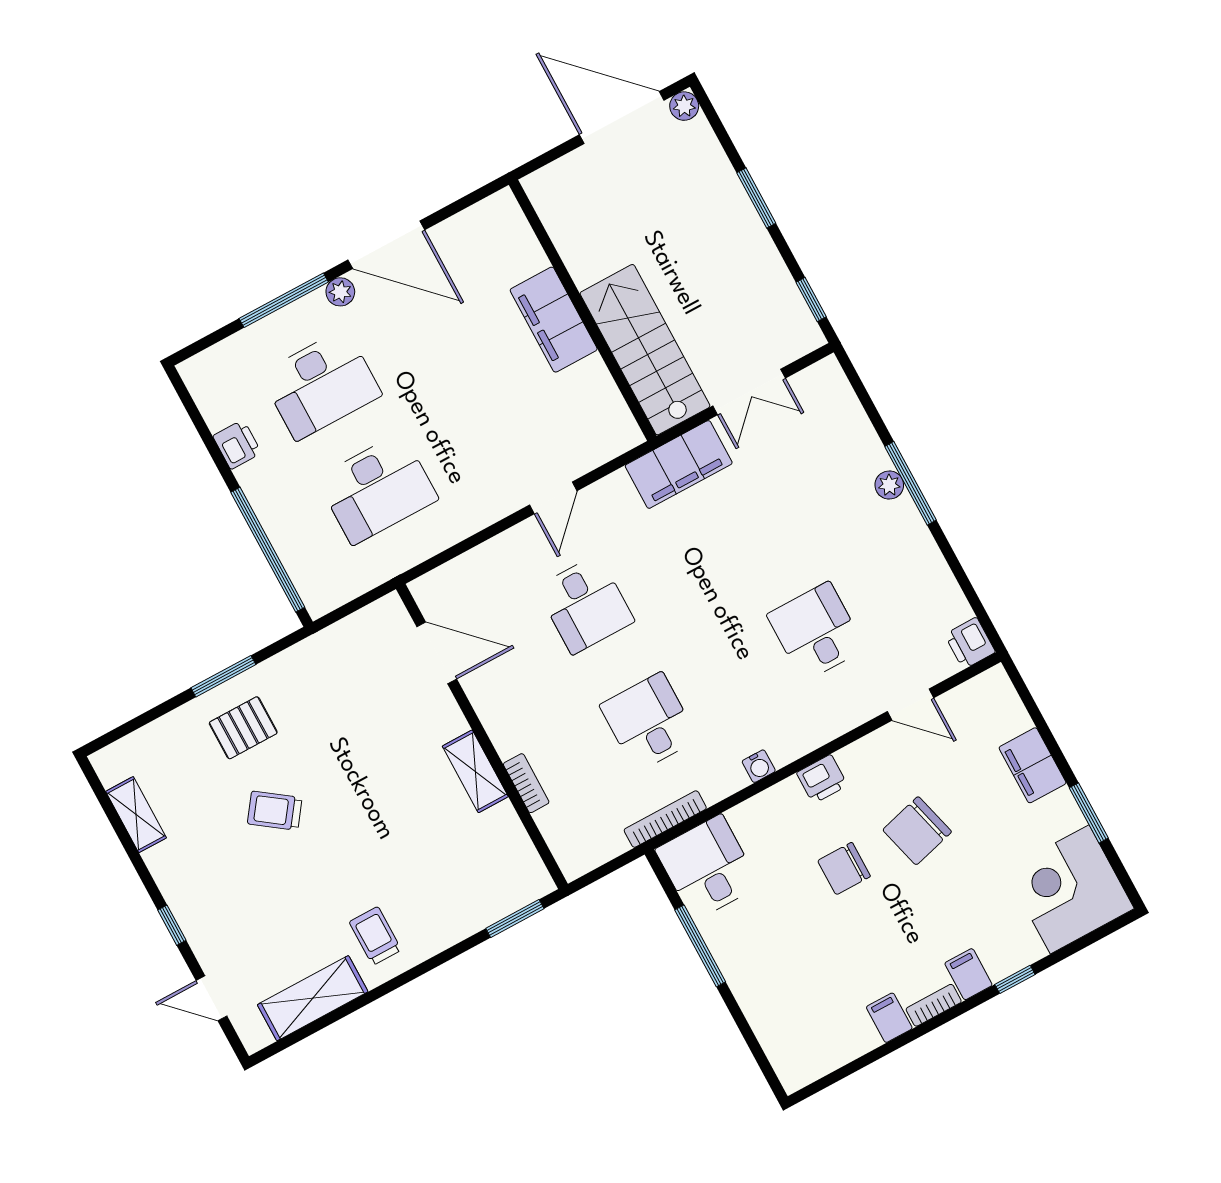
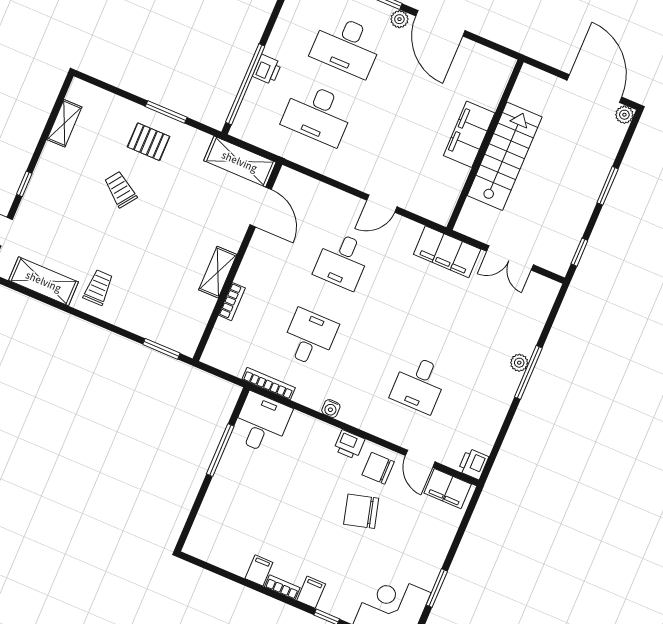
stairs: (645, 350) -> (505, 156), moved
printer: (237, 445) -> (267, 69), moved
desk: (816, 632) -> (419, 384), turned 180
shelving: (359, 633) -> (240, 161), added
filing cabinet: (1033, 765) -> (448, 489), moved, turned -90
chair: (844, 869) -> (378, 468), moved

